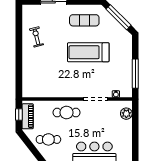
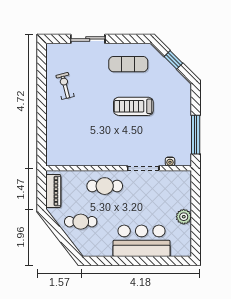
window: (118, 17) -> (173, 60), width x0.46
treadmill: (88, 52) -> (133, 106), width x0.73, depth x0.73
window: (19, 114) -> (42, 189), removed
plant: (126, 114) -> (184, 217), moved

